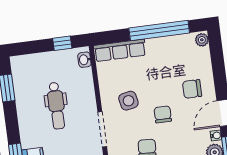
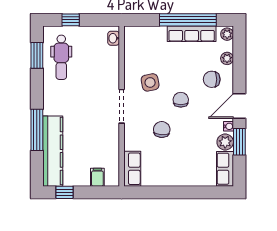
window: (62, 43) -> (71, 20), moved
row of seats: (120, 50) -> (192, 34), moved
plant: (205, 65) -> (227, 58), added
dental chair: (56, 106) -> (61, 57), moved

